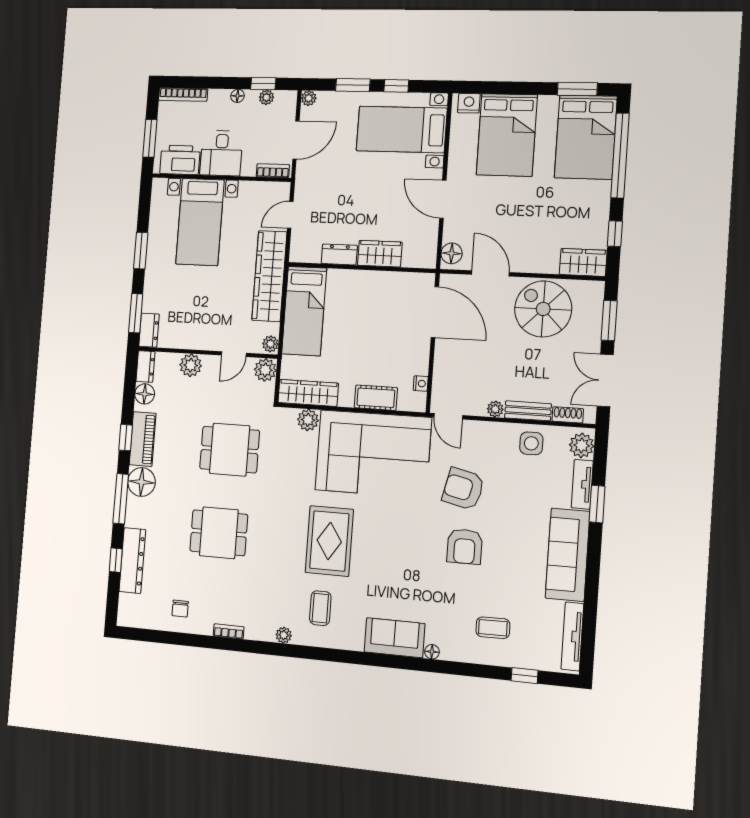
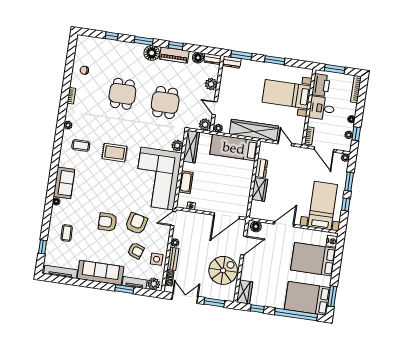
armchair: (518, 486) -> (136, 251), added
window: (121, 499) -> (144, 41), width x0.69
rug: (329, 541) -> (115, 153), width x0.73, depth x0.70
dresser: (132, 561) -> (111, 45), removed

